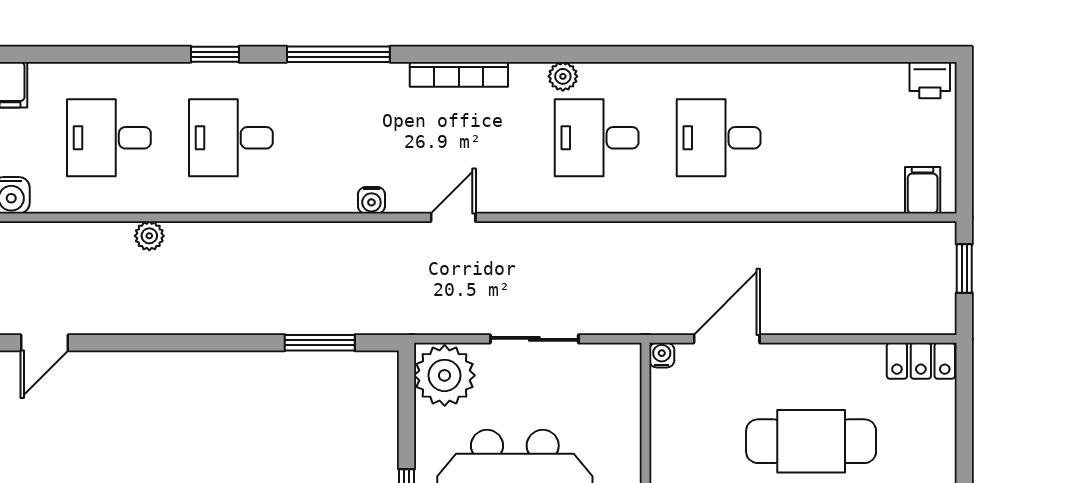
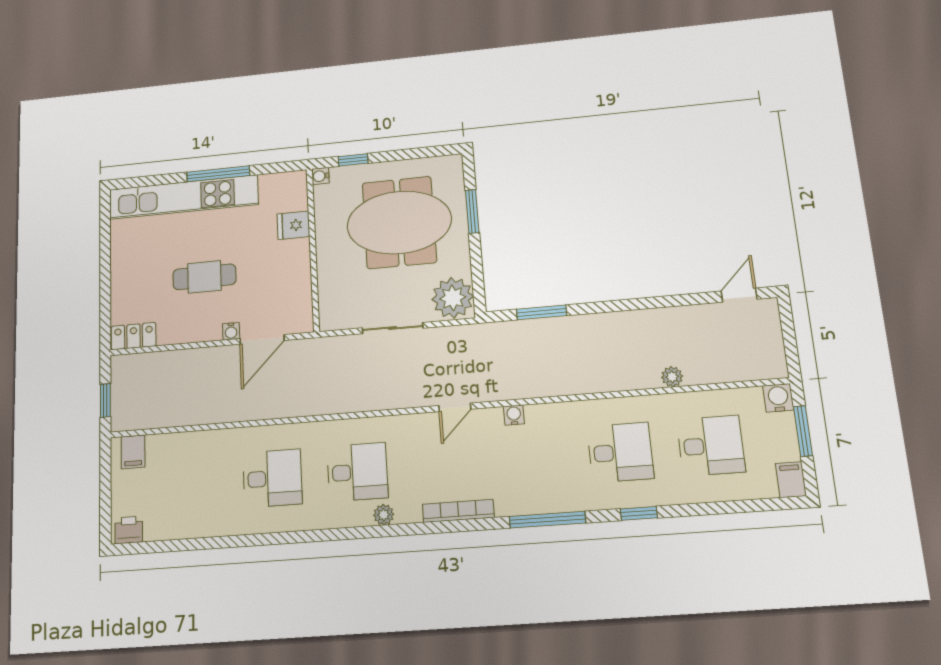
water cooler: (662, 355) -> (231, 331), moved
cafe table: (811, 441) -> (204, 277), width x0.73, depth x0.74

